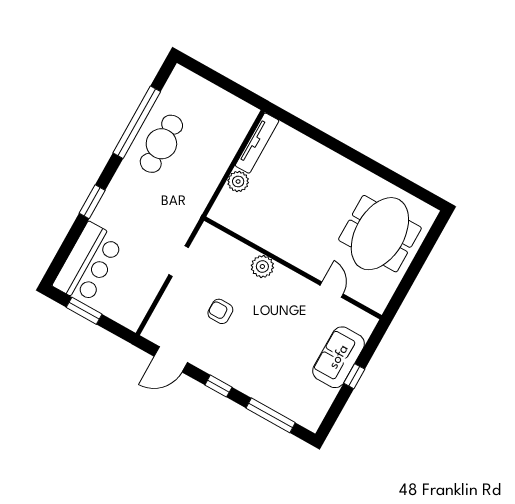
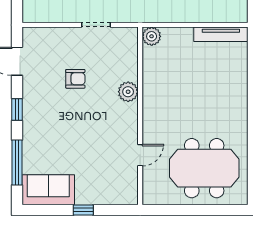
plant: (238, 181) -> (152, 36), moved
armchair: (220, 311) -> (75, 79), turned 90
sofa: (339, 357) -> (48, 190), moved

